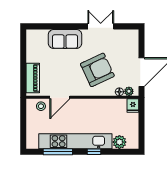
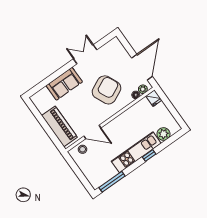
piano: (33, 78) -> (59, 126), width x1.37, depth x1.33
door: (60, 97) -> (92, 132), hinge flipped
kitchen unit: (75, 141) -> (136, 152), width x0.73
window: (58, 152) -> (112, 182), moved

